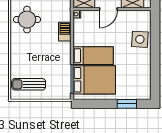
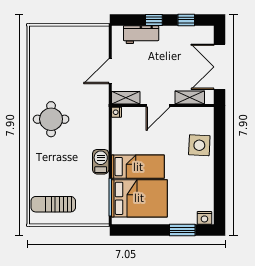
barbecue: (65, 32) -> (101, 162), moved
nightstand: (144, 95) -> (204, 218), added

